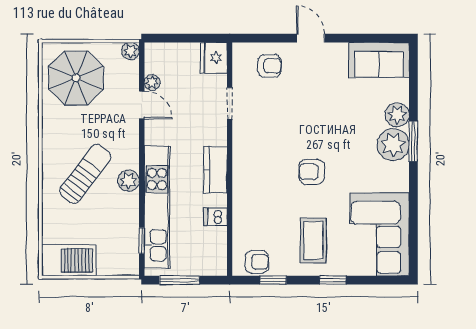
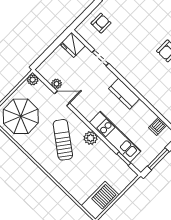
sun lounger: (85, 174) -> (63, 140), moved
kitchen unit: (157, 207) -> (115, 137), width x0.73
dishwasher: (215, 217) -> (158, 126), moved

